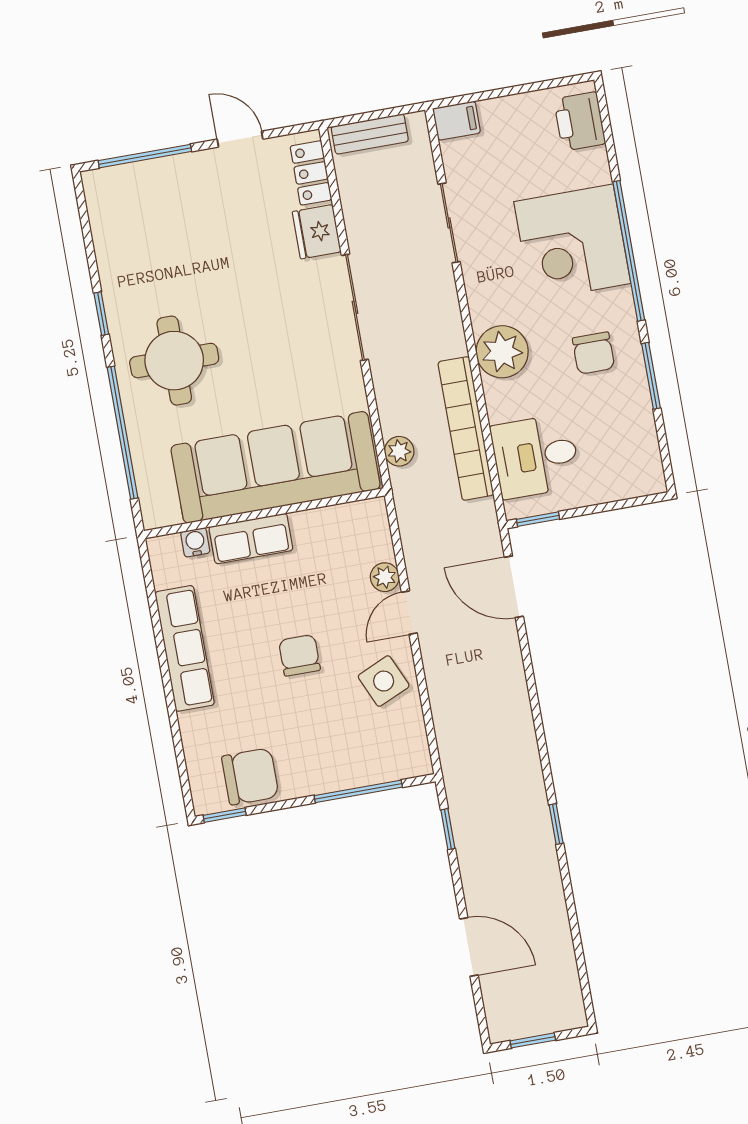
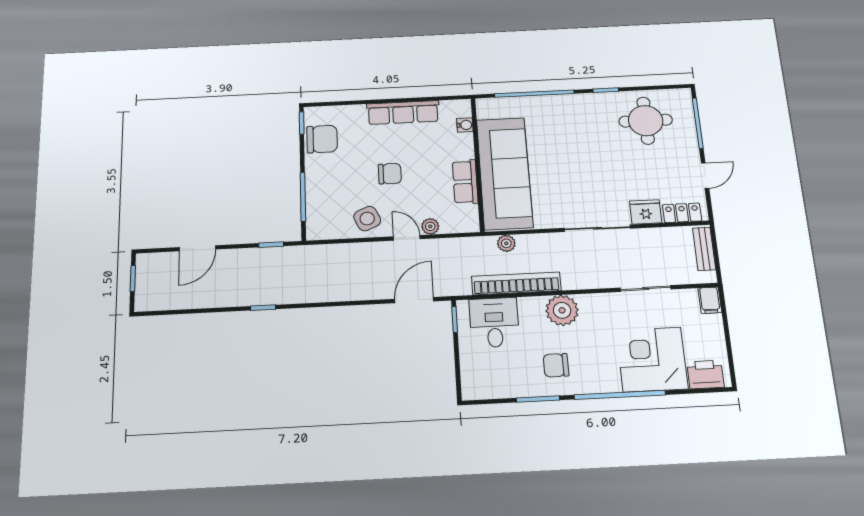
corner desk: (572, 242) -> (652, 359), moved
round table: (174, 361) -> (646, 121), moved
row of seats: (251, 539) -> (465, 182), moved
chair: (250, 776) -> (322, 139), turned -90

